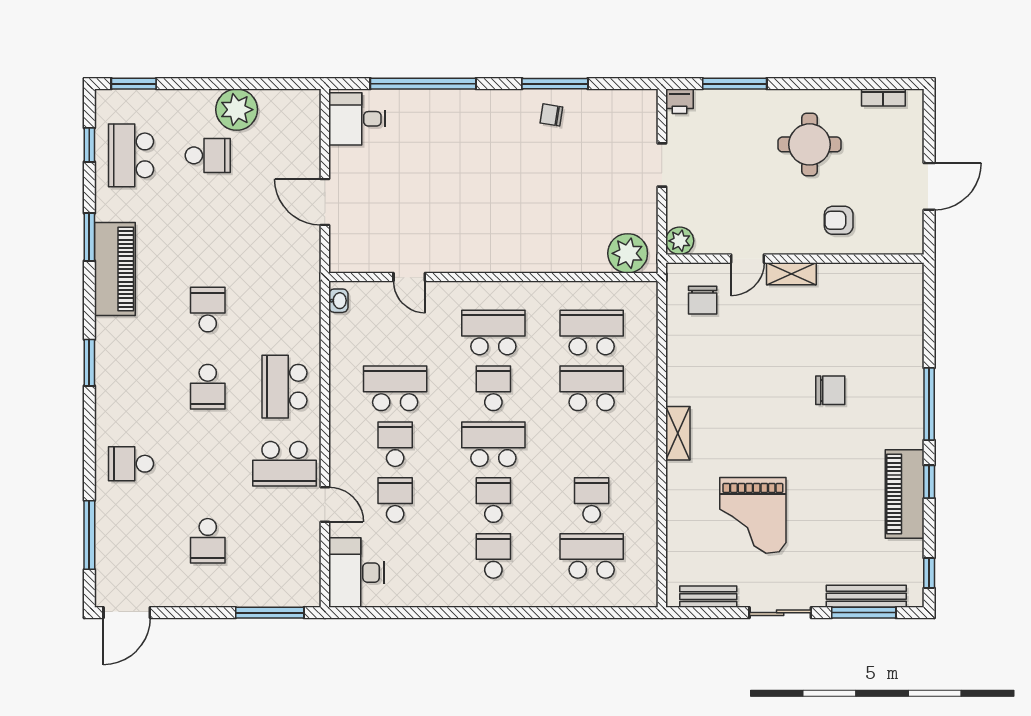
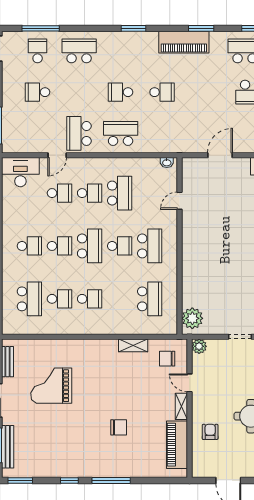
school desk: (592, 388) -> (90, 299), moved, width x0.54
chair: (830, 390) -> (119, 427), turned -90
shelving: (678, 433) -> (133, 345), moved
school desk: (131, 464) -> (79, 51), width x1.85
piano: (905, 494) -> (177, 445), moved, turned -90
school desk: (131, 541) -> (38, 51), added
window: (929, 573) -> (20, 481), width x1.50

